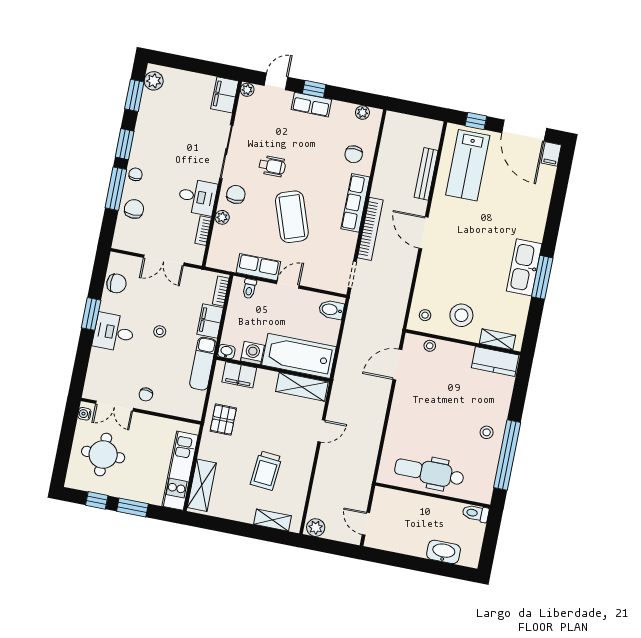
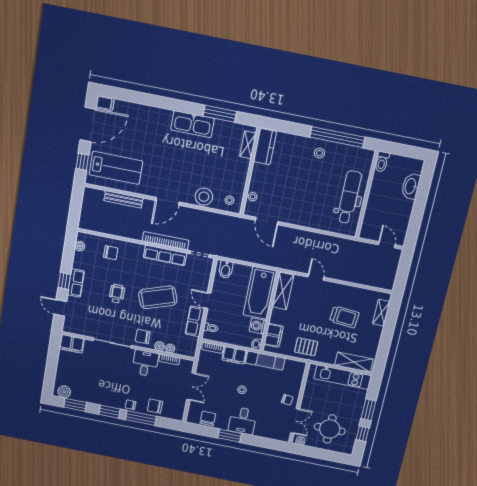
plant: (247, 90) -> (170, 349), moved
wheelchair: (272, 166) -> (117, 294), moved
row of seats: (355, 203) -> (165, 255), moved
window: (542, 277) -> (220, 114), moved
stool: (461, 315) -> (204, 197), moved
dental chair: (429, 472) -> (349, 197), turned 180
door: (366, 524) -> (387, 245), swing flipped
plant: (316, 528) -> (388, 282), removed

